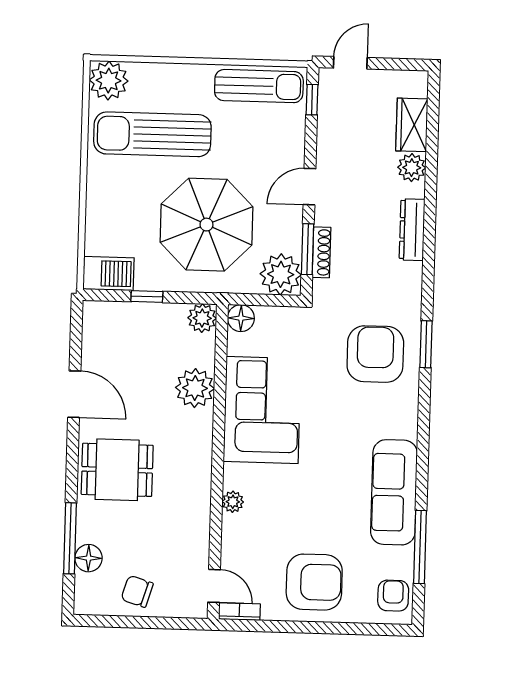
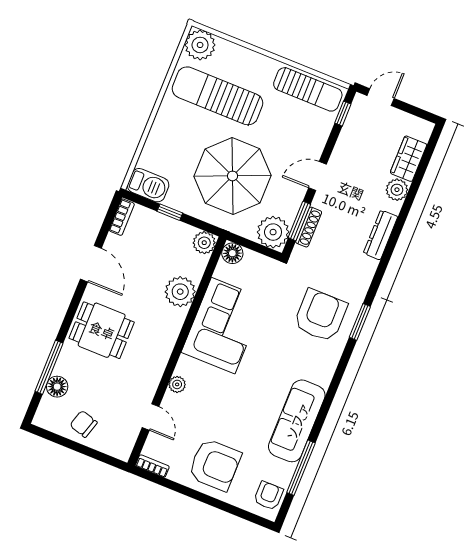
bookcase: (91, 324) -> (122, 217), added
door: (214, 586) -> (150, 417), moved

